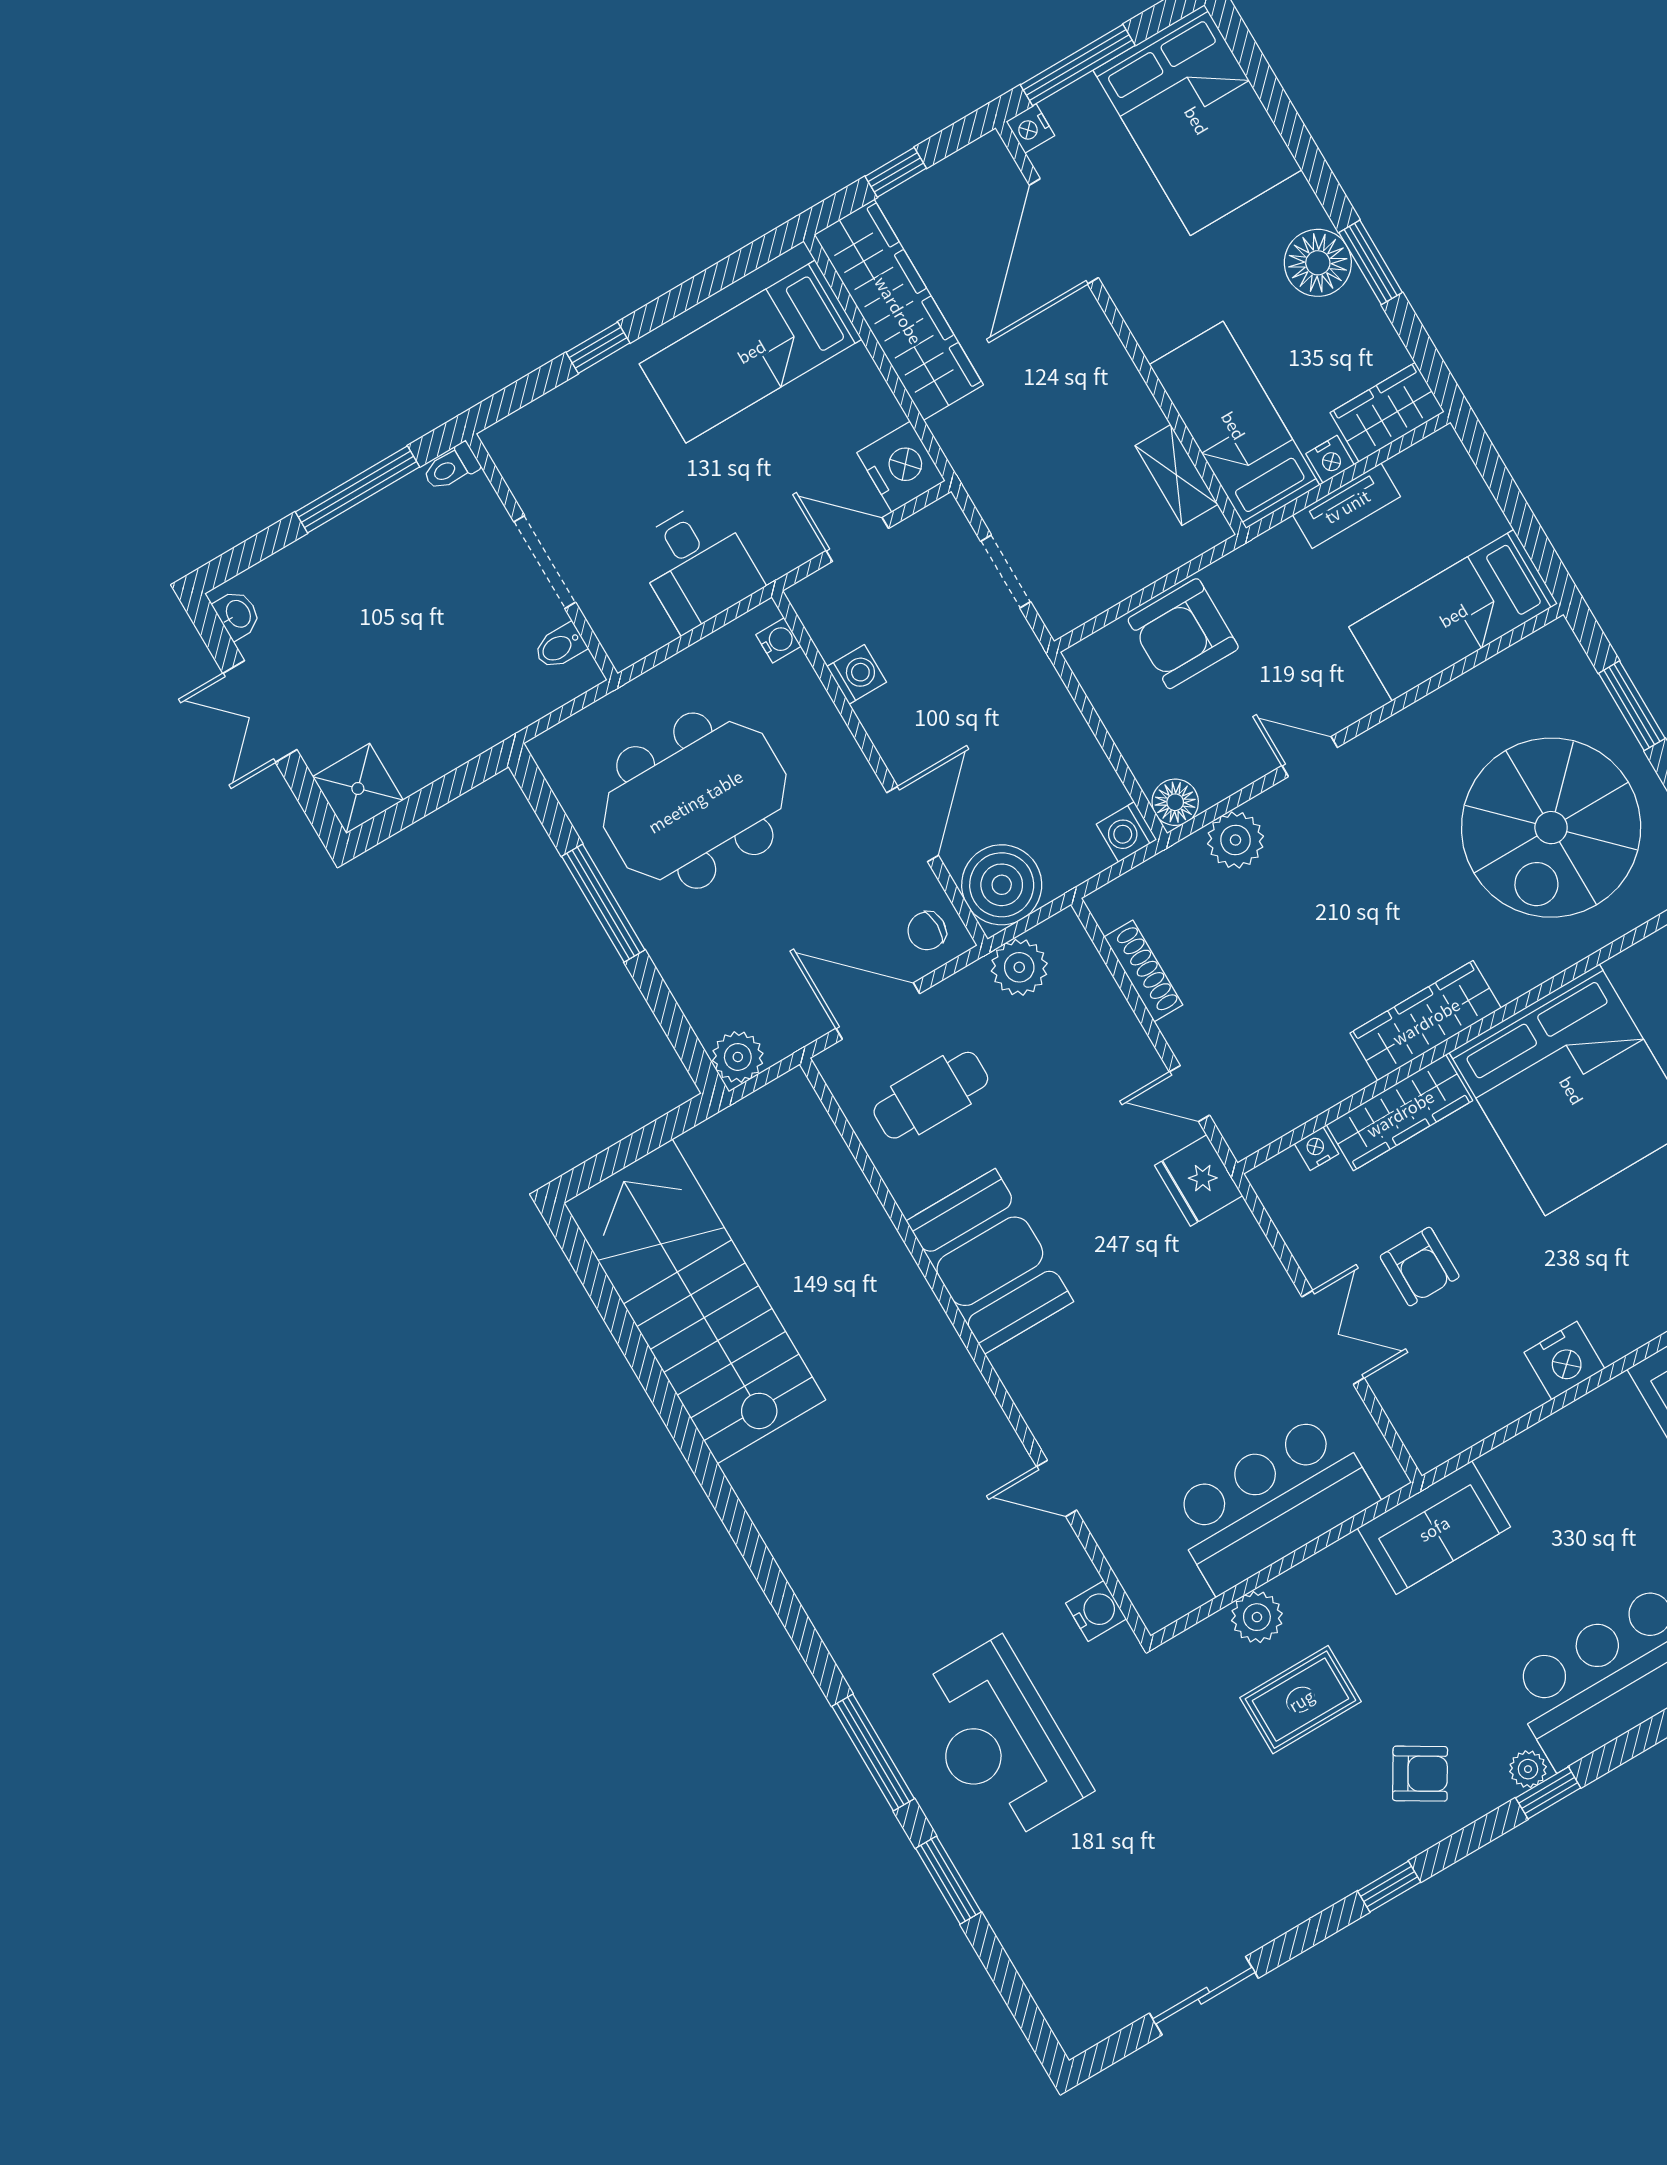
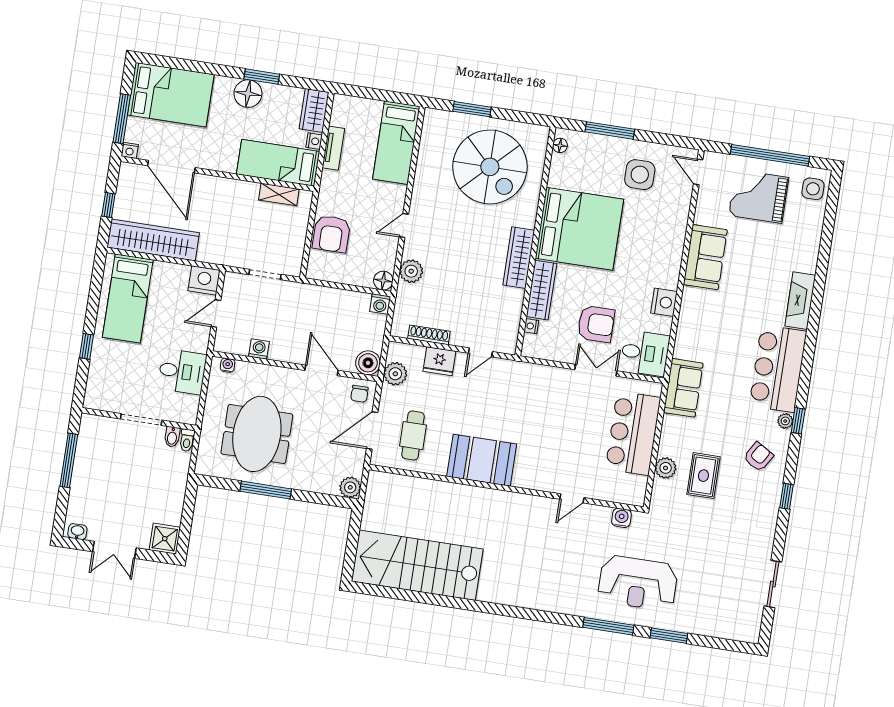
toilet: (451, 467) -> (187, 440), moved
boiler: (1002, 885) -> (368, 363), width x0.73, depth x0.73
fridge: (1199, 1180) -> (439, 361), moved
armchair: (1420, 1267) -> (596, 324), width x1.38, depth x1.38
desk: (1440, 1402) -> (645, 353), added

